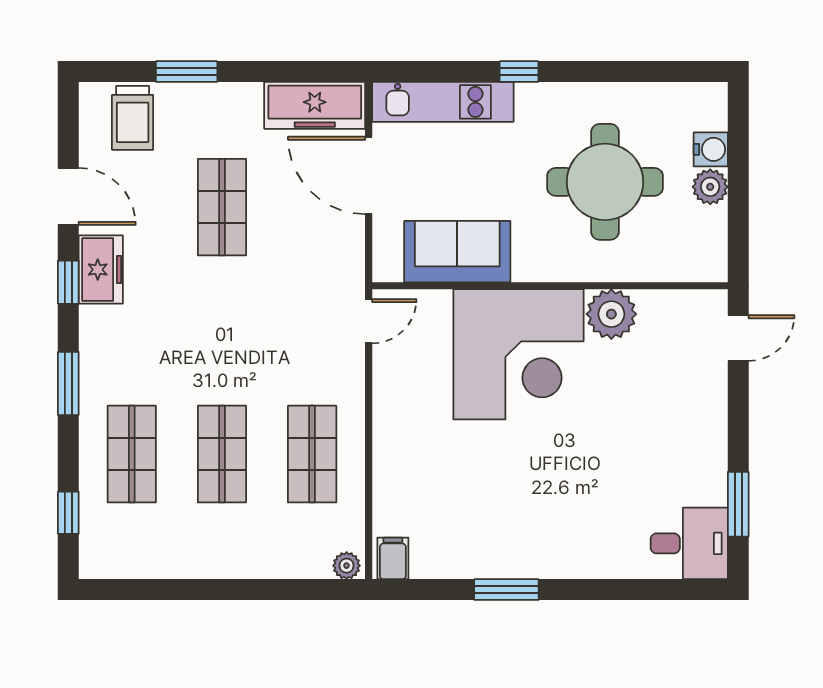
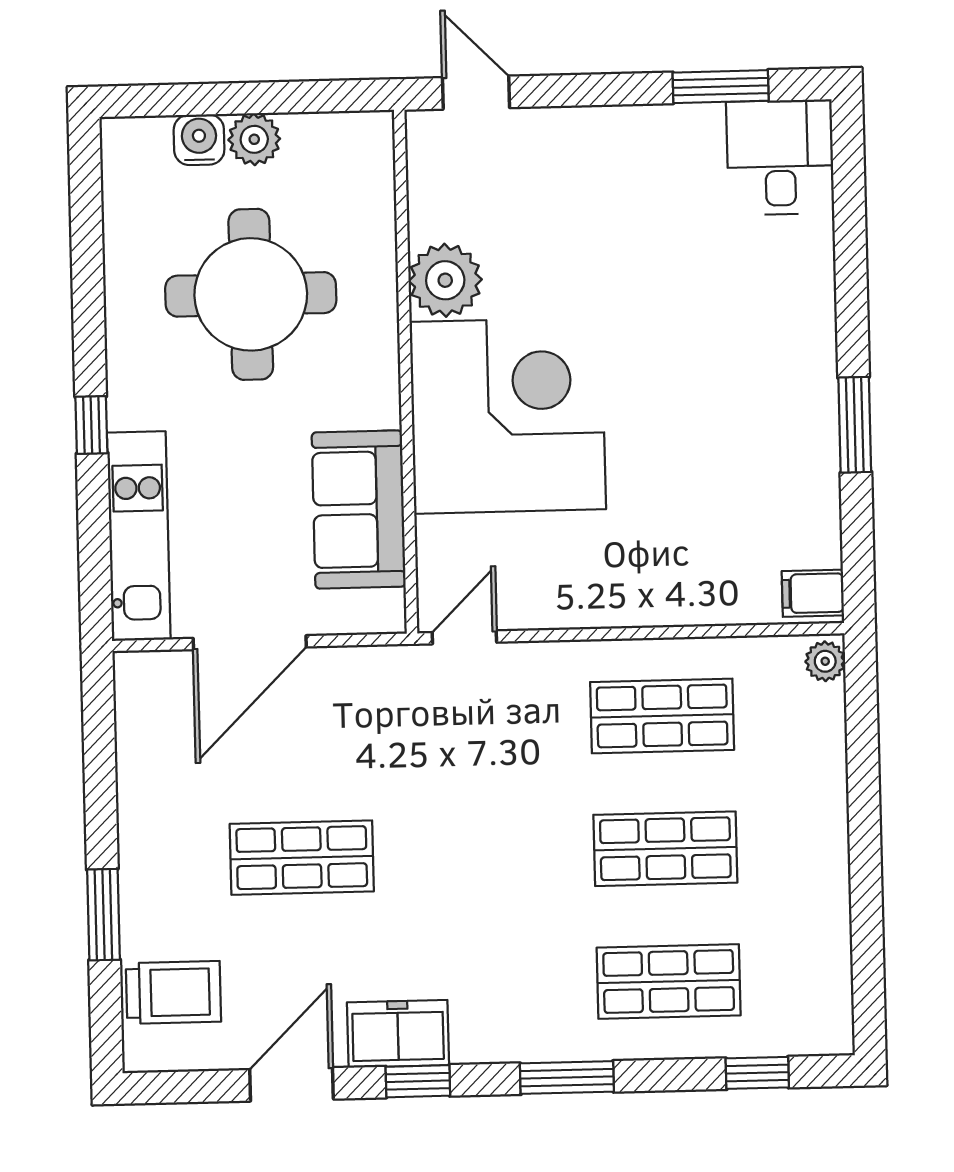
freezer: (315, 105) -> (149, 725), removed
door: (369, 321) -> (464, 637), hinge flipped

